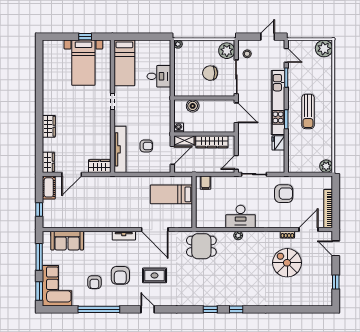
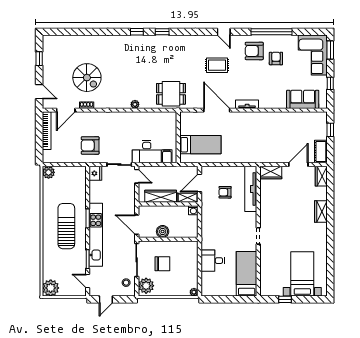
bed with nightstands: (83, 63) -> (302, 274), moved
boiler: (193, 106) -> (163, 232), moved
sun lounger: (308, 111) -> (66, 226), width x1.36, depth x1.34
fridge: (278, 143) -> (95, 173), moved
door: (236, 162) -> (137, 176), hinge flipped
desk: (241, 217) -> (147, 152), moved, turned 180
window: (39, 257) -> (330, 83), width x0.46
armchair: (120, 275) -> (254, 51), moved, turned -90

